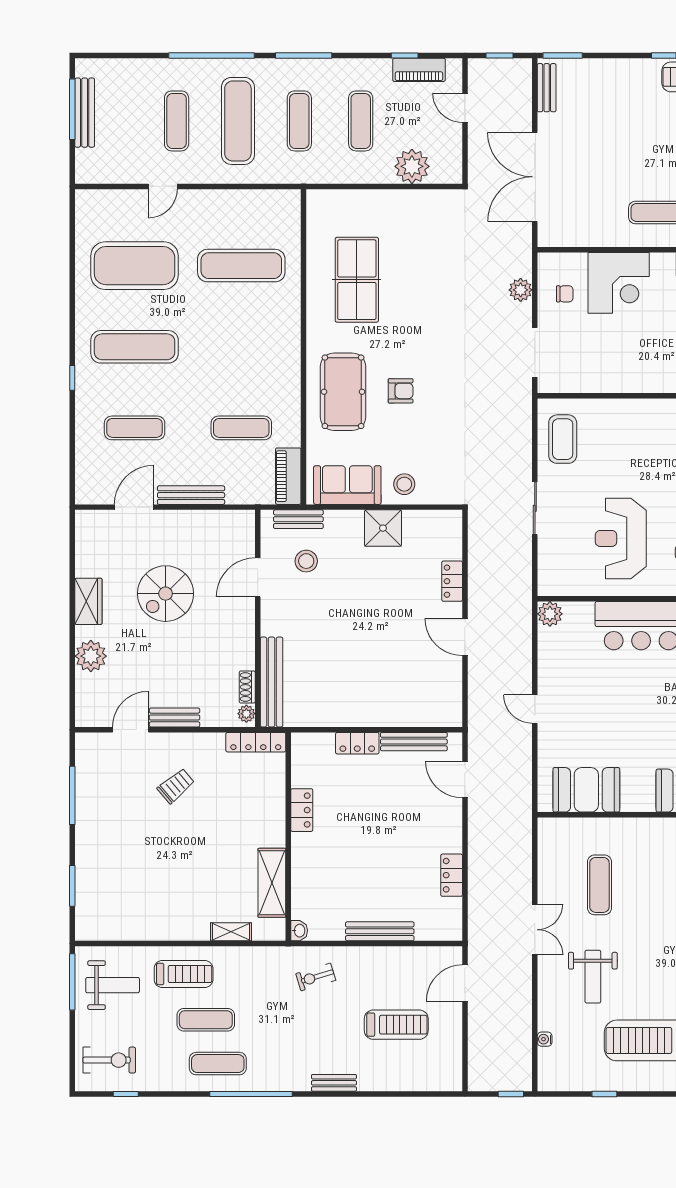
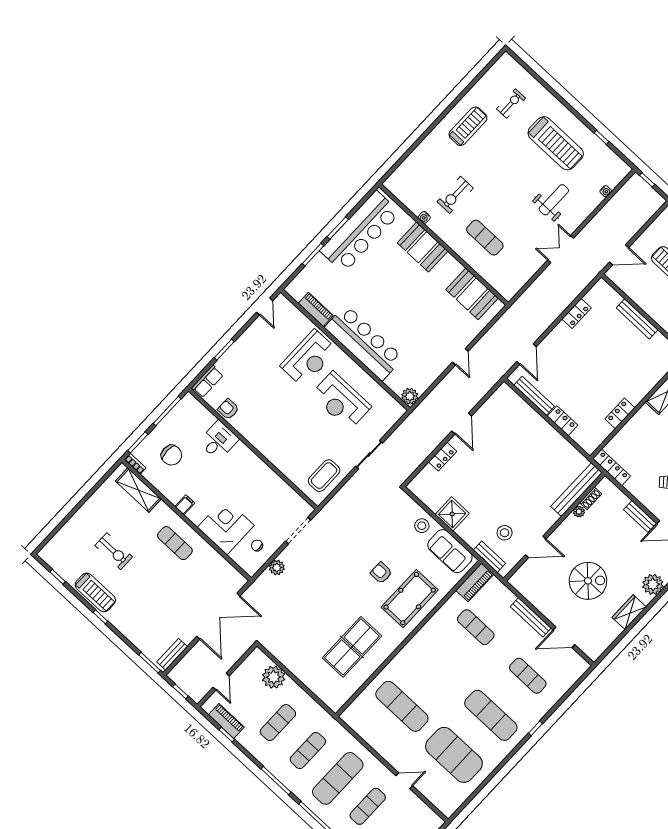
reception desk: (621, 538) -> (341, 401), turned 90
plant: (246, 714) -> (579, 512), moved
exercise mat: (599, 885) -> (485, 238), moved, turned 90

